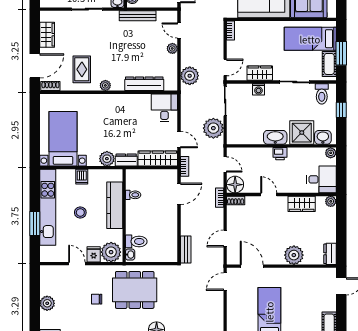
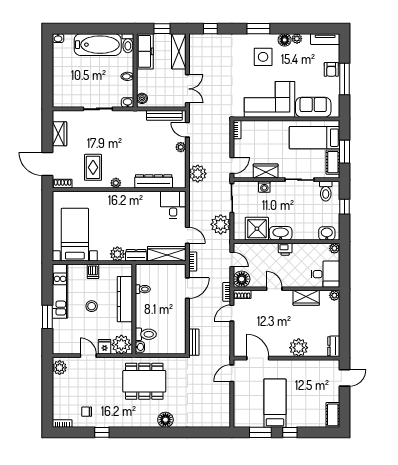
bench: (138, 16) -> (164, 115), moved
door: (35, 66) -> (47, 164), swing flipped
shower: (302, 133) -> (257, 229), moved
kitchen unit: (48, 207) -> (60, 291), width x0.73
door: (225, 238) -> (232, 313), moved
chair: (97, 299) -> (87, 412), moved
plant: (47, 303) -> (60, 368), moved

